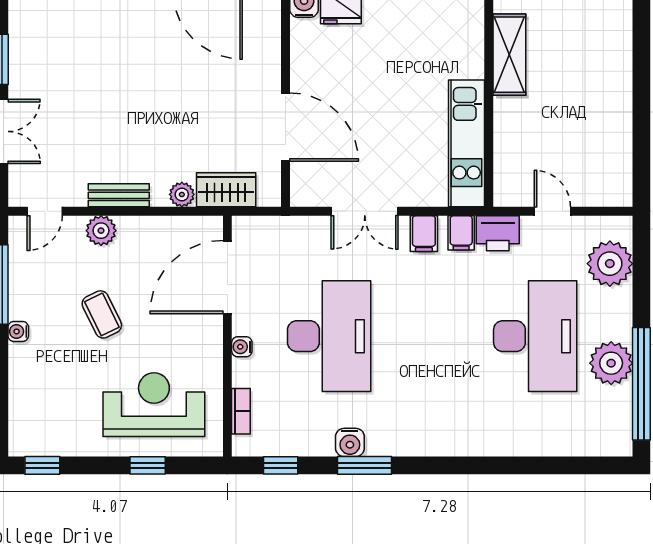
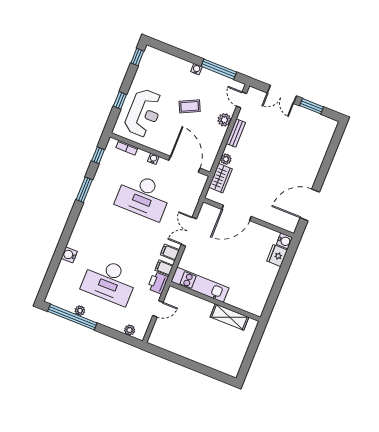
plant: (610, 264) -> (130, 330), width x0.53, depth x0.53
plant: (611, 363) -> (80, 311), width x0.53, depth x0.53
water cooler: (350, 442) -> (69, 255), moved

